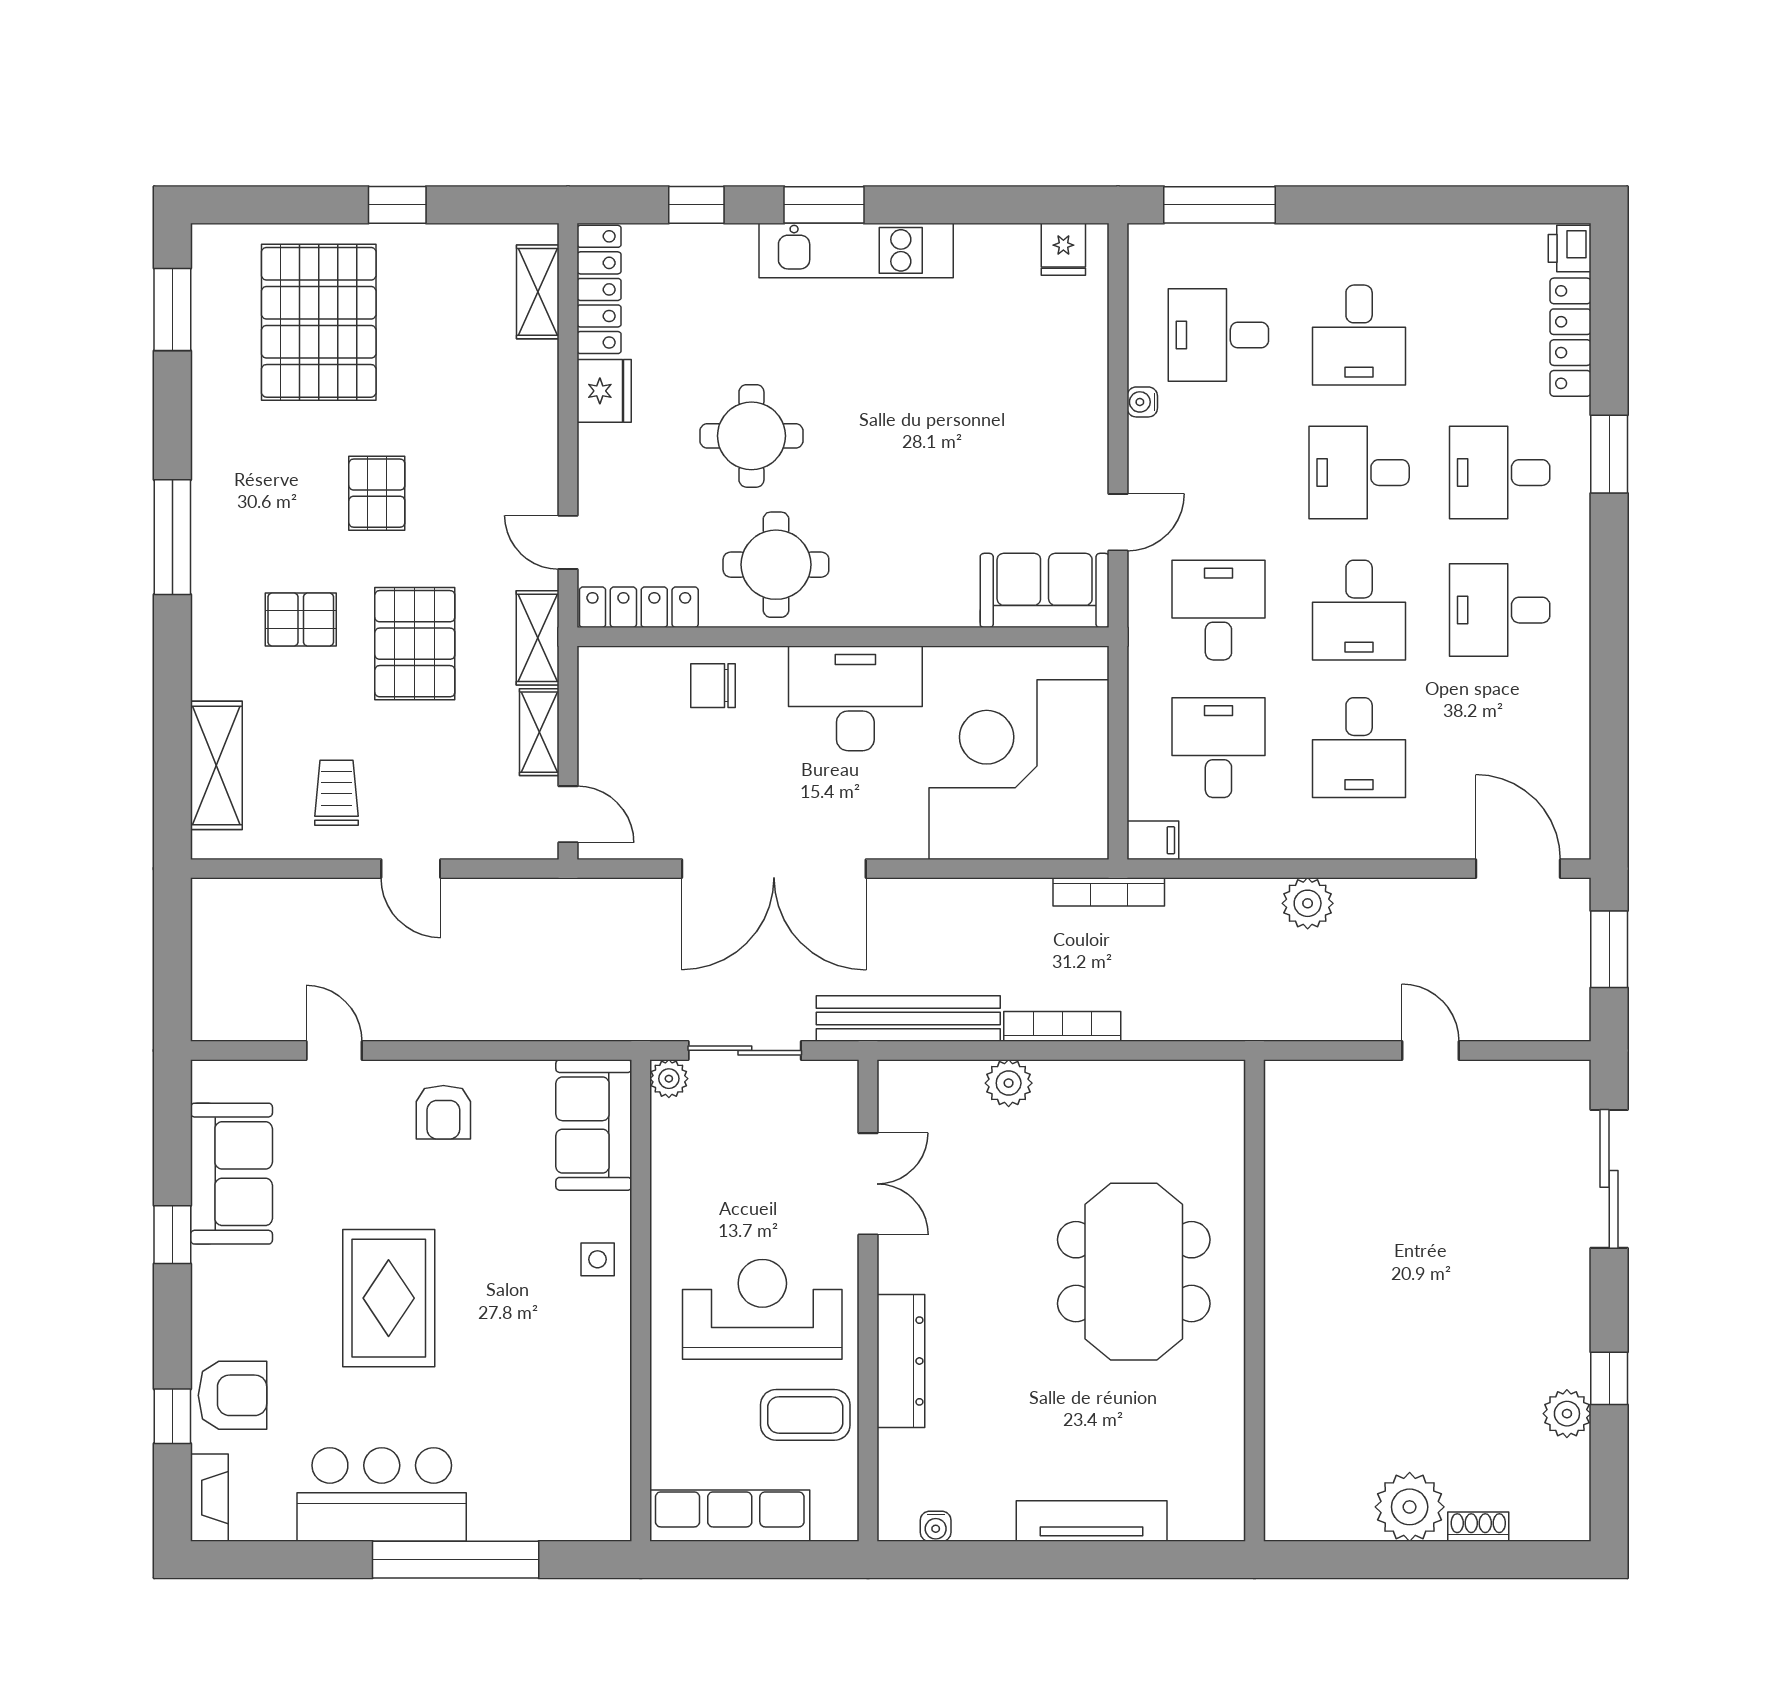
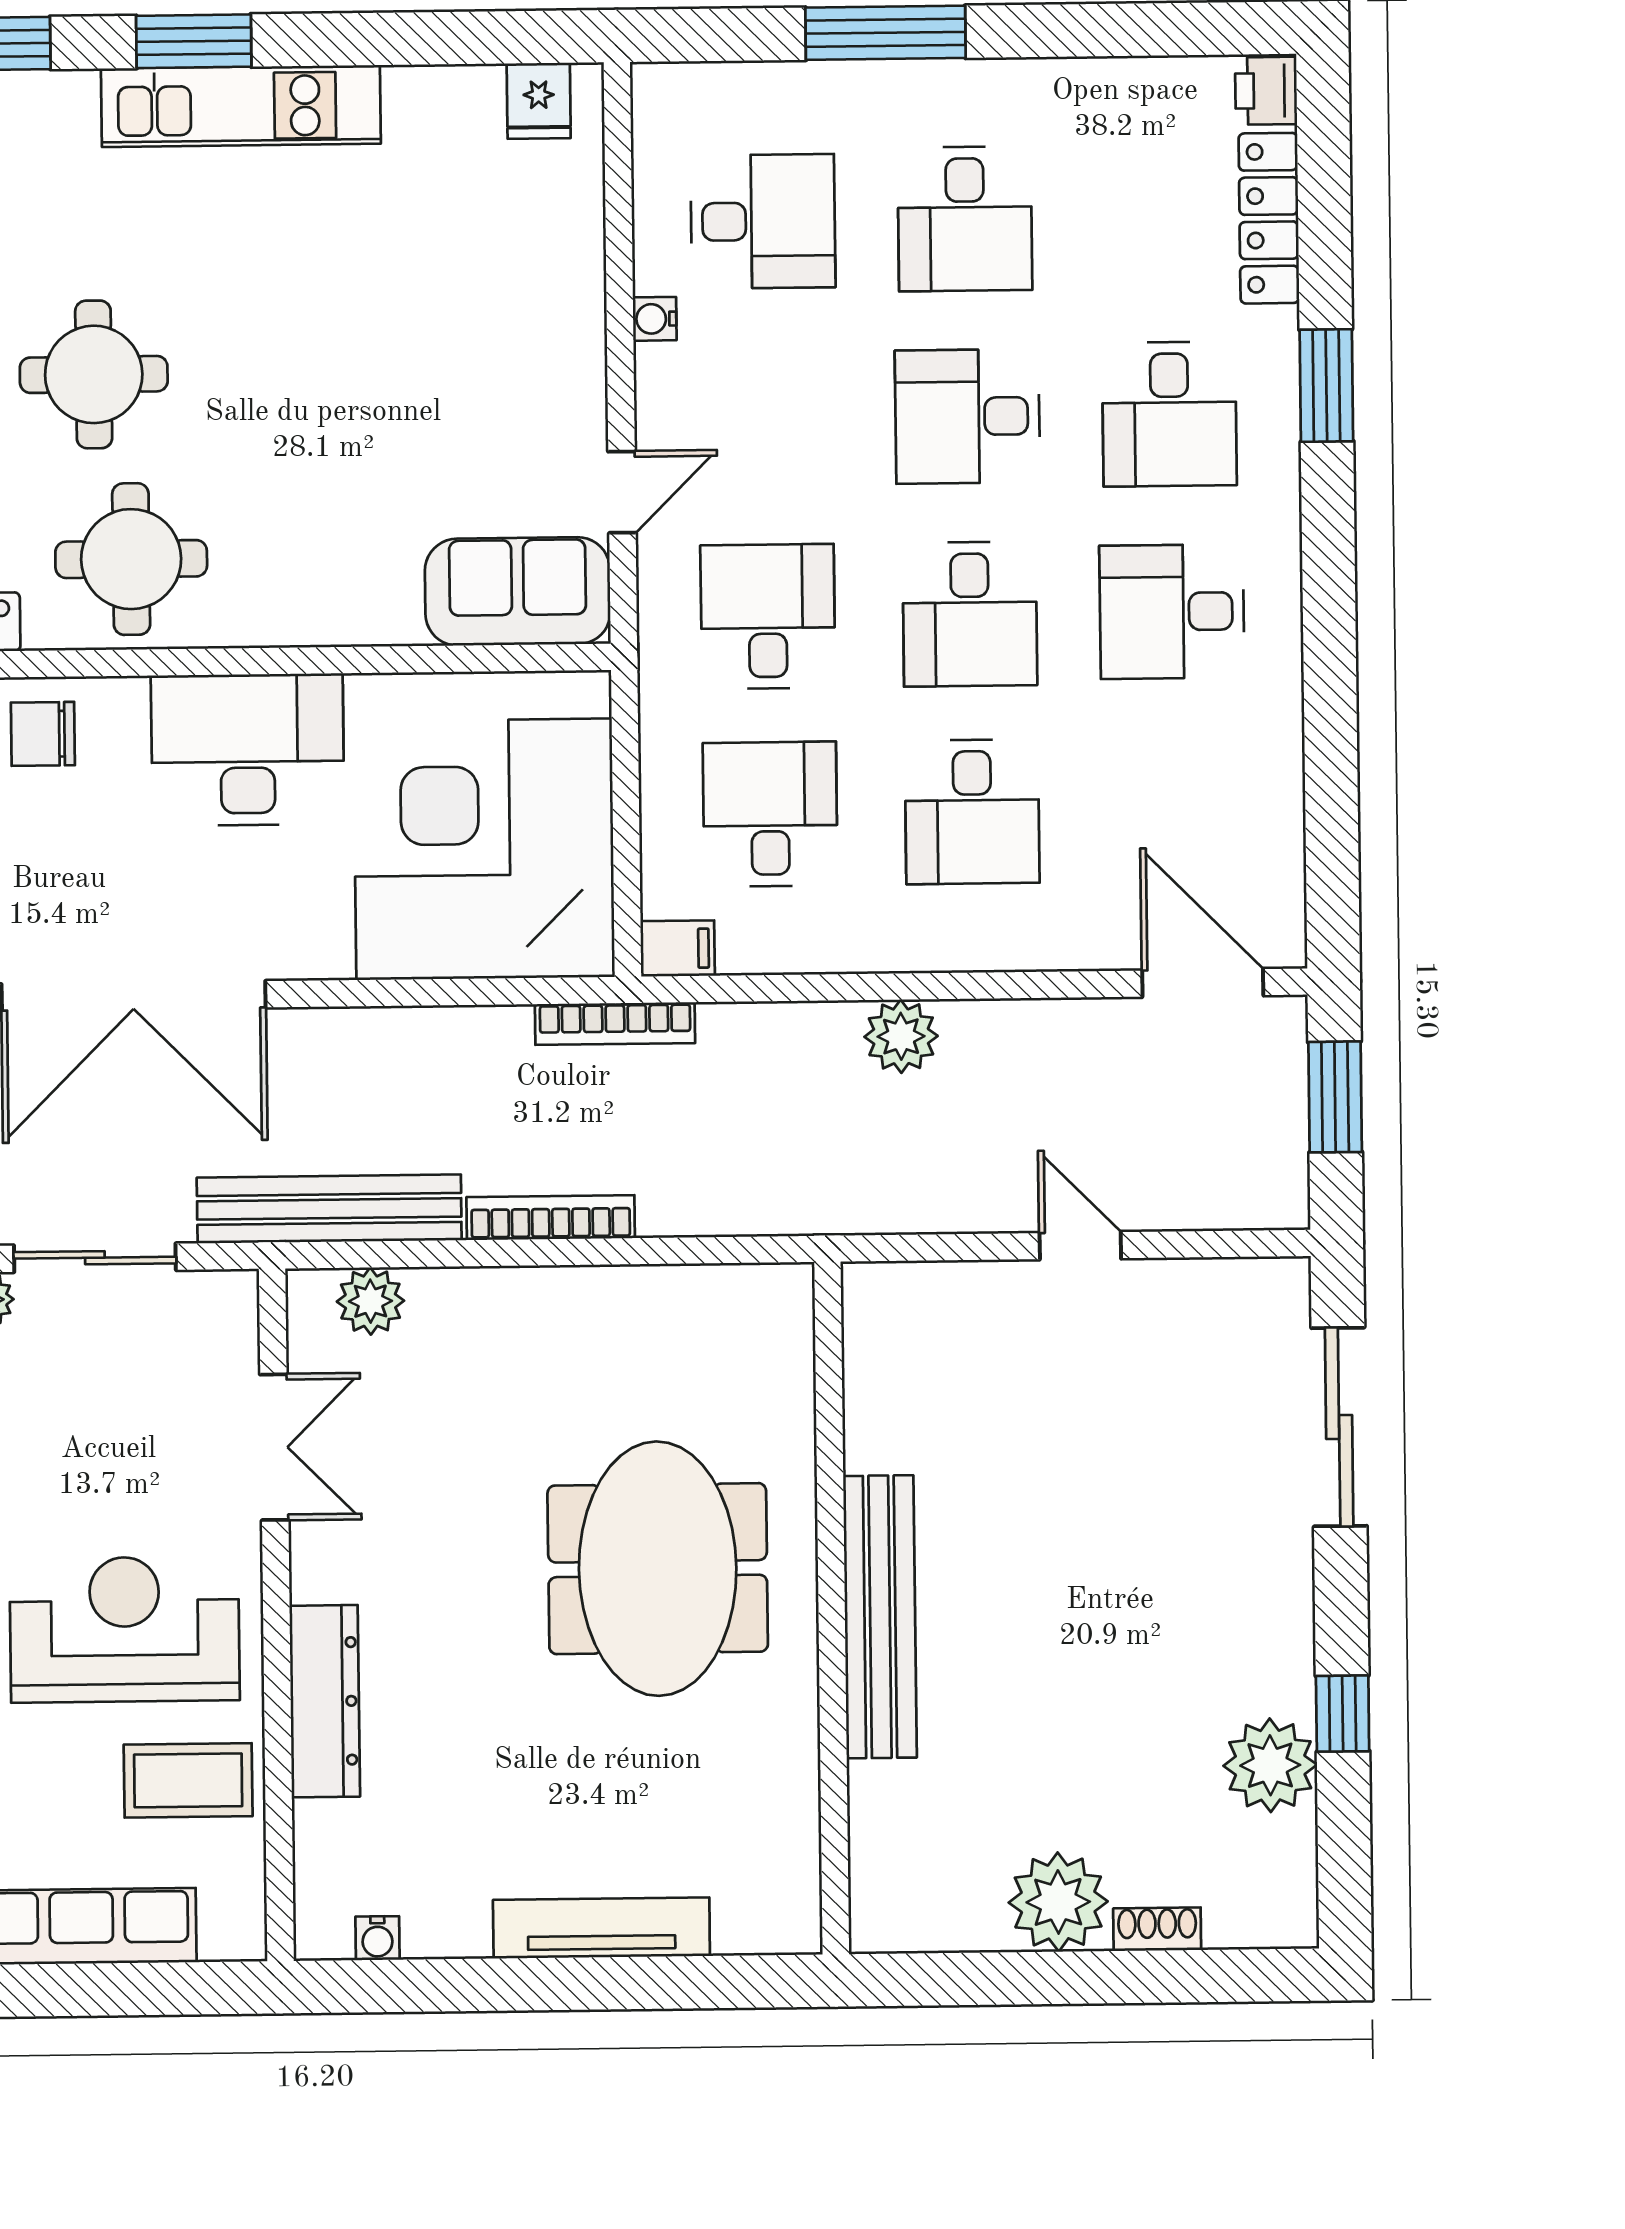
window: (1219, 205) -> (886, 33), moved
desk: (1218, 335) -> (763, 221), turned 180
desk: (1500, 473) -> (1169, 414), turned -90
plant: (1009, 1083) -> (370, 1301), moved
bench: (1288, 1307) -> (880, 1617), added
plant: (1567, 1414) -> (1270, 1765), width x1.36, depth x1.36

